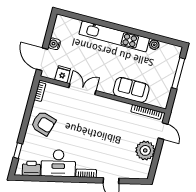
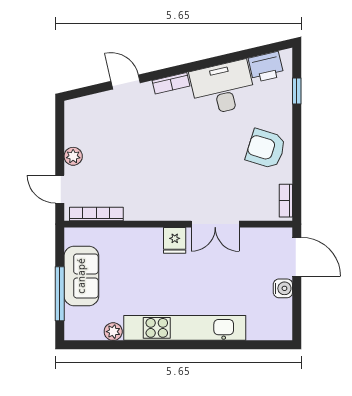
fridge: (63, 74) -> (175, 240), moved
sofa: (131, 90) -> (81, 276), moved, turned -90
plant: (145, 150) -> (73, 156), width x0.53, depth x0.53

